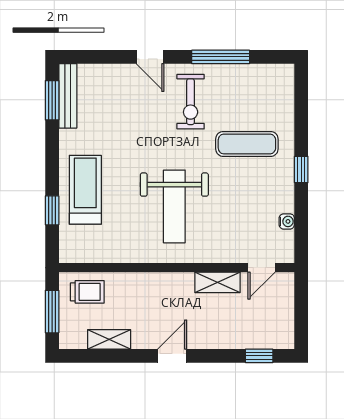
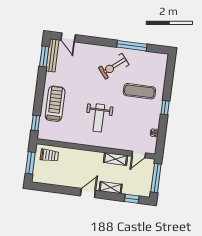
door: (150, 57) -> (68, 37), moved
exercise bike: (191, 102) -> (114, 66), turned 51
weight bench: (174, 206) -> (99, 118), width x0.73, depth x0.75
window: (52, 210) -> (36, 123), moved
window: (301, 309) -> (156, 178), added
shelving: (109, 339) -> (111, 188), moved

